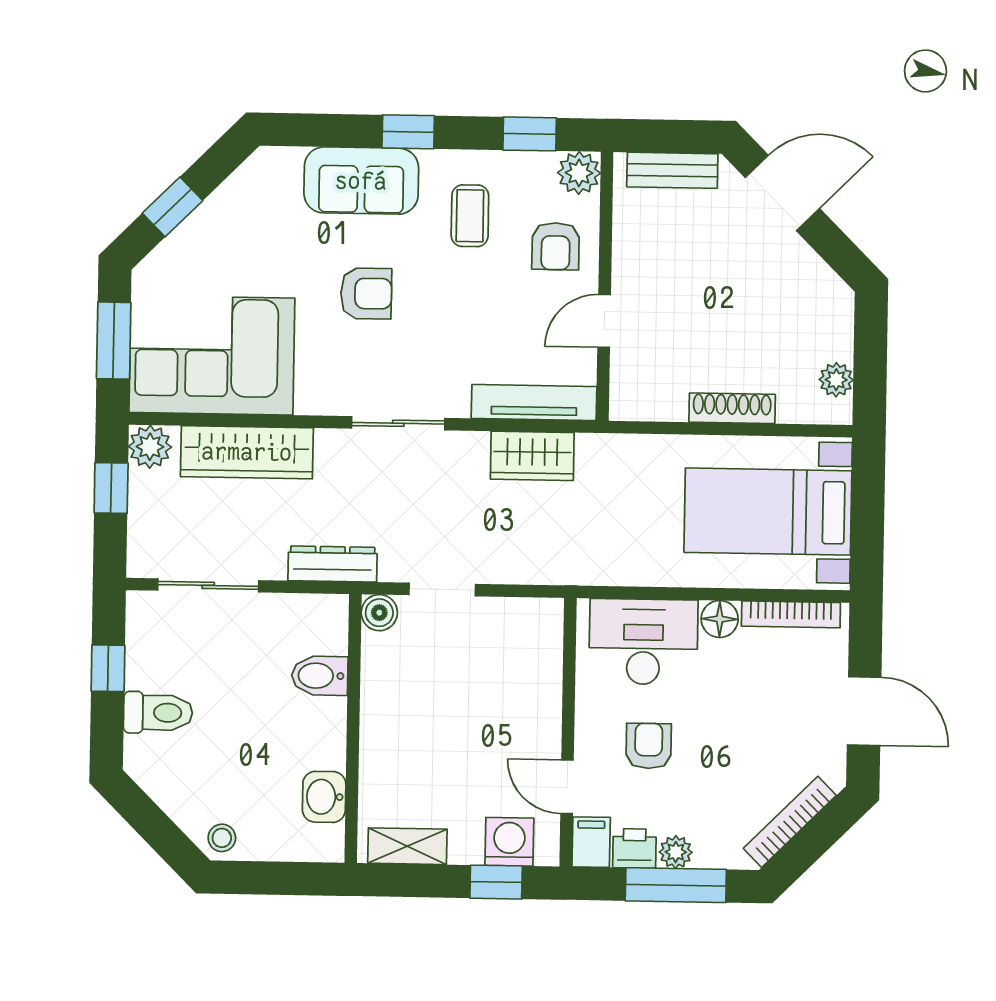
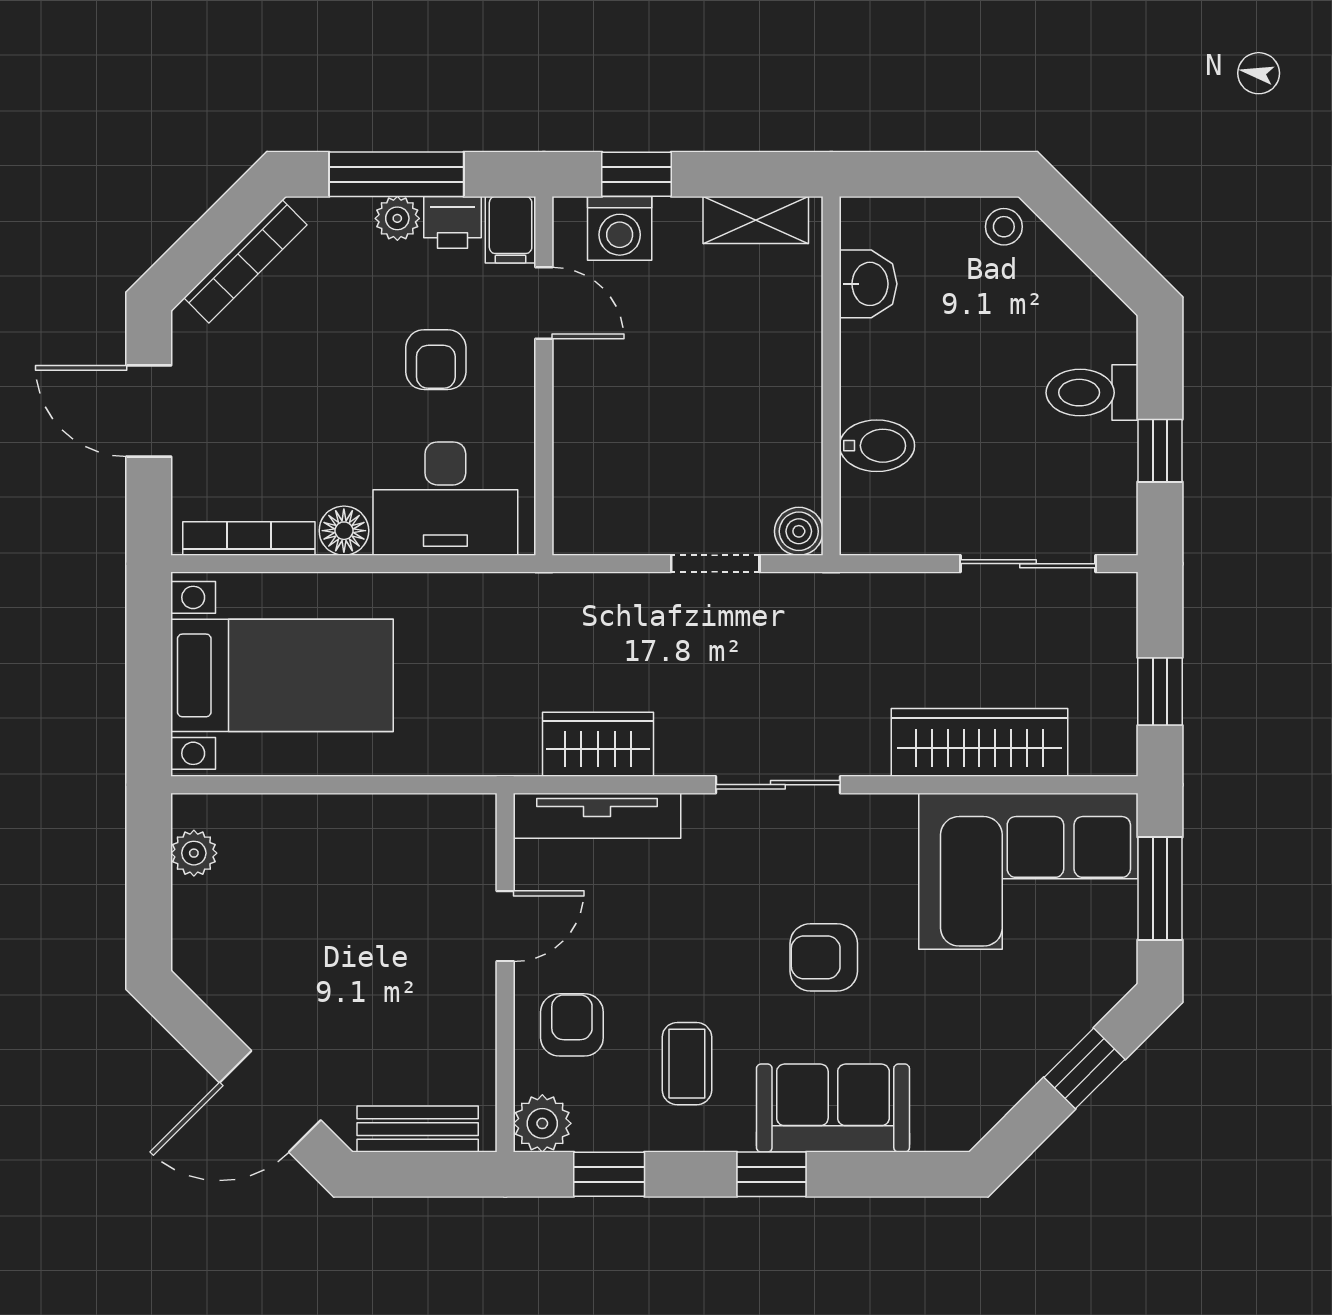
shoe rack: (732, 408) -> (332, 813), removed
plant: (150, 447) -> (1109, 748), removed
dresser: (333, 564) -> (862, 595), removed

